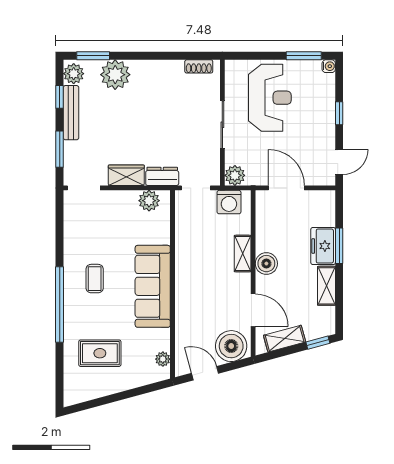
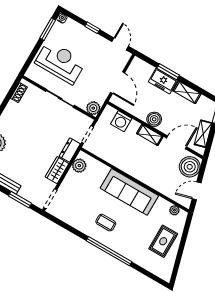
door: (286, 188) -> (118, 83), swing flipped
washing machine: (229, 202) -> (121, 121), moved, turned 90
shelving: (243, 254) -> (150, 135), moved
rug: (100, 353) -> (163, 241), moved

